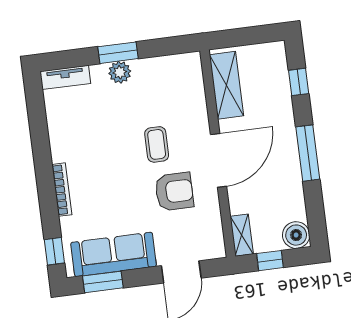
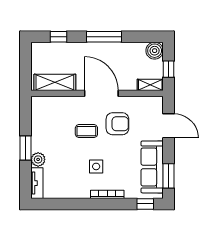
plant: (120, 72) -> (38, 159), moved
side table: (103, 167) -> (96, 166), added
armchair: (174, 192) -> (117, 124), turned 90

